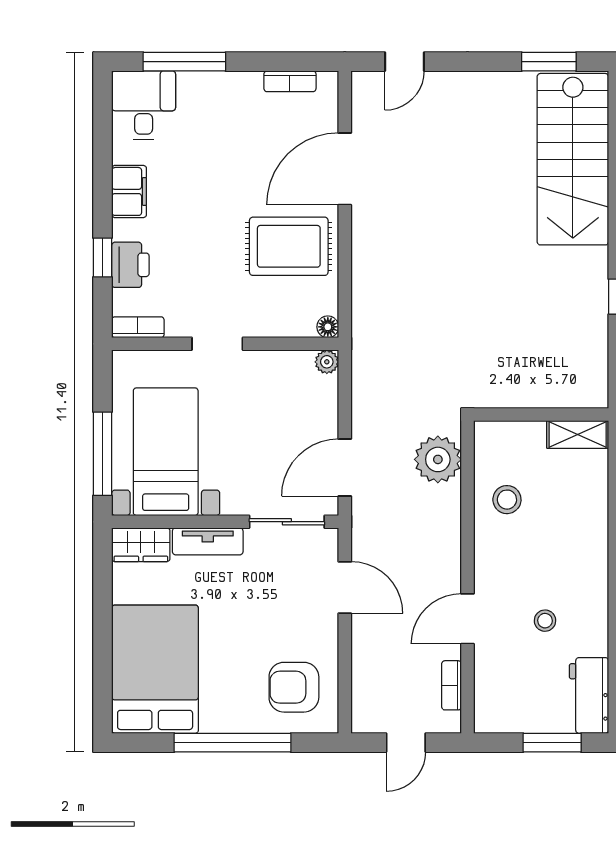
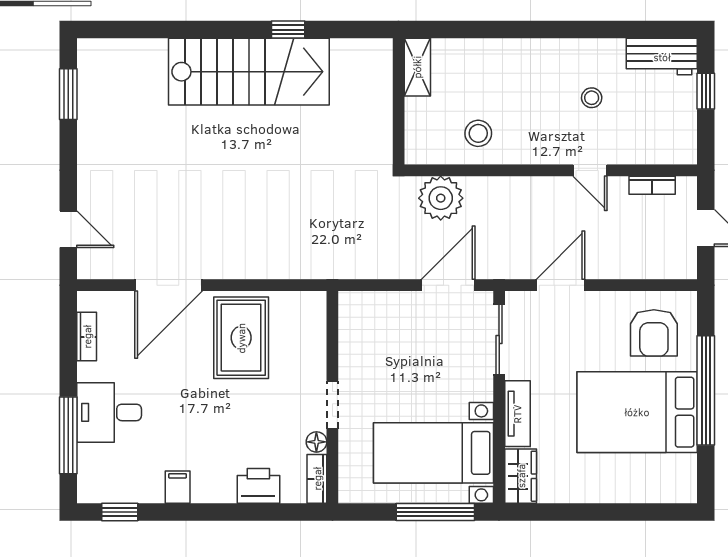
desk: (144, 105) -> (109, 412), moved
stairs: (573, 159) -> (249, 72), moved
door: (345, 169) -> (169, 285), hinge flipped
filing cabinet: (129, 191) -> (178, 487), width x0.50
window: (103, 257) -> (120, 512), moved
floor lamp: (328, 327) -> (316, 442), moved
plant: (327, 362) -> (349, 302), removed
door: (345, 467) -> (448, 285), swing flipped
door: (468, 619) -> (590, 170), width x0.73
bed: (155, 669) -> (637, 412), moved
window: (552, 743) -> (706, 91), width x0.67

